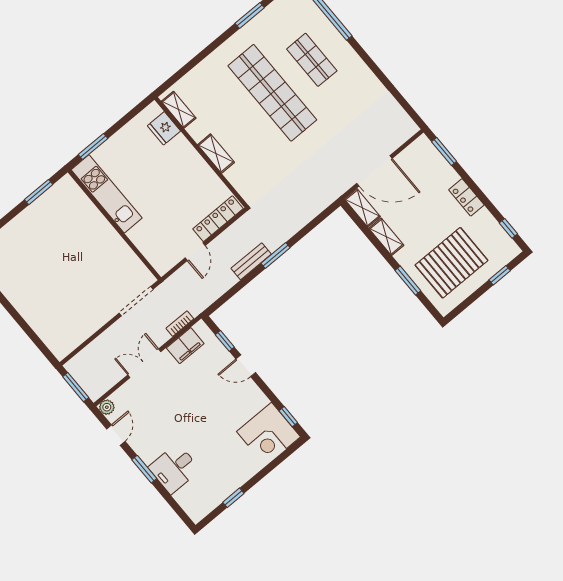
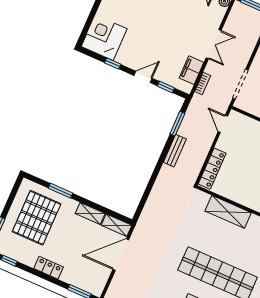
shelving: (216, 154) -> (228, 212), width x1.50, depth x1.33
door: (195, 252) -> (223, 124), moved
window: (275, 255) -> (177, 124), moved
window: (288, 417) -> (113, 64), moved

